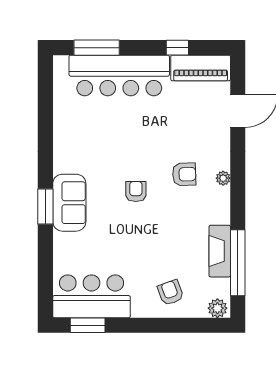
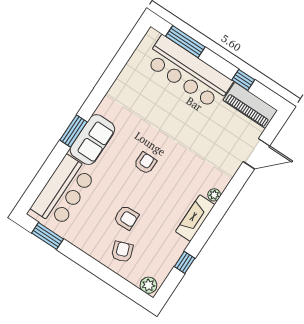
armchair: (184, 174) -> (126, 218), moved
fireplace: (220, 251) -> (195, 218), moved
window: (238, 263) -> (185, 262), width x0.32
bar counter: (92, 296) -> (63, 191), moved, turned 90

